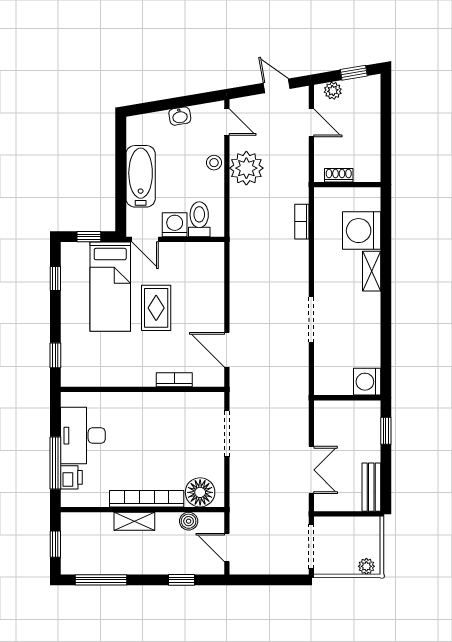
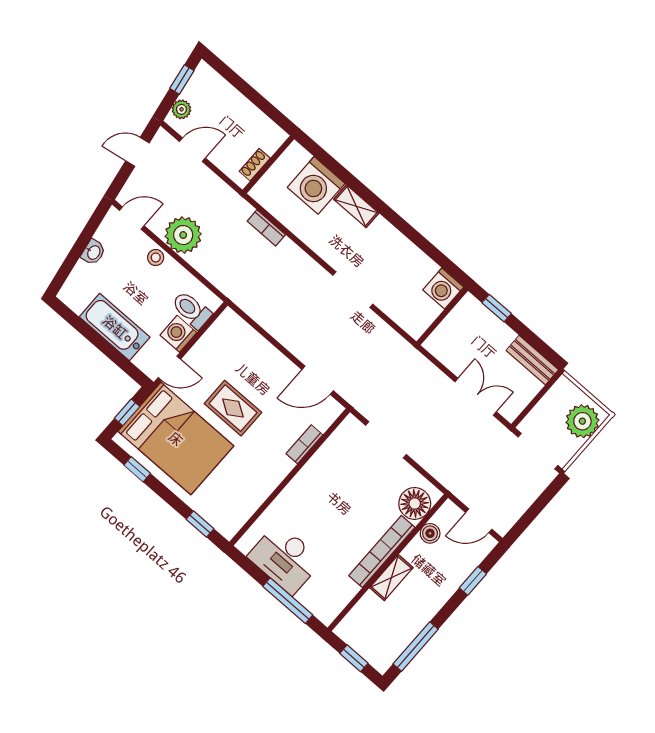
bed: (110, 287) -> (176, 439), width x1.50
printer: (71, 477) -> (311, 598), removed
plant: (366, 566) -> (582, 421), width x1.88, depth x1.88

